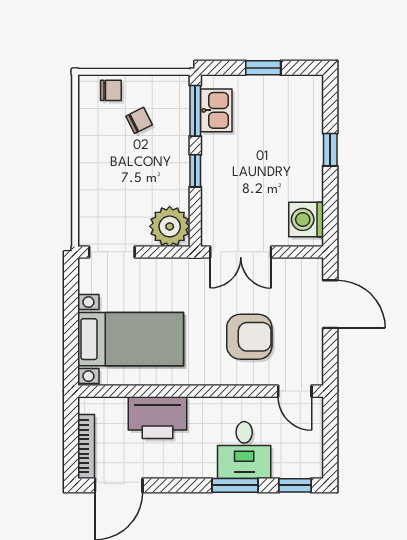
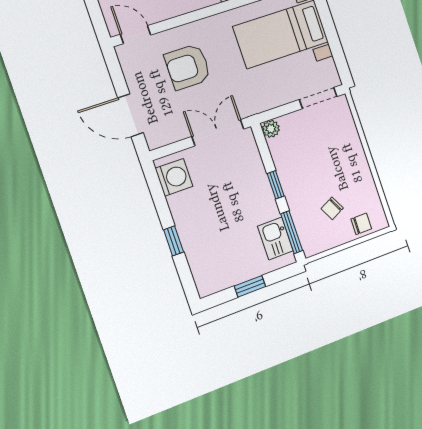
chair: (111, 90) -> (361, 224), turned 180
plant: (170, 226) -> (271, 129), width x0.53, depth x0.53

